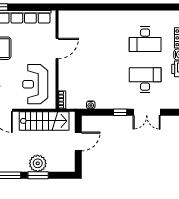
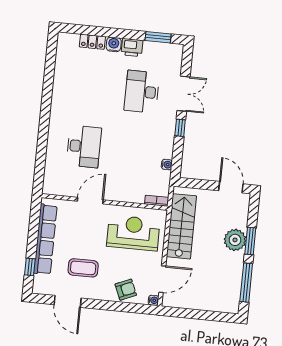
desk: (145, 39) -> (84, 146), moved
door: (57, 48) -> (90, 201), hinge flipped
reception desk: (35, 84) -> (133, 233), turned 180
door: (78, 141) -> (231, 187), moved

